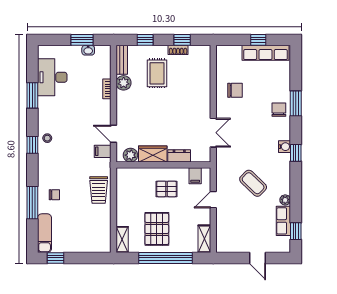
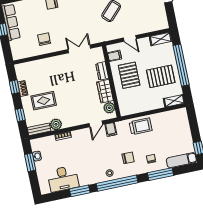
window: (32, 145) -> (117, 183), width x3.17
chair: (62, 166) -> (128, 158), added
pallet: (167, 189) -> (129, 75), width x1.50, depth x1.42

